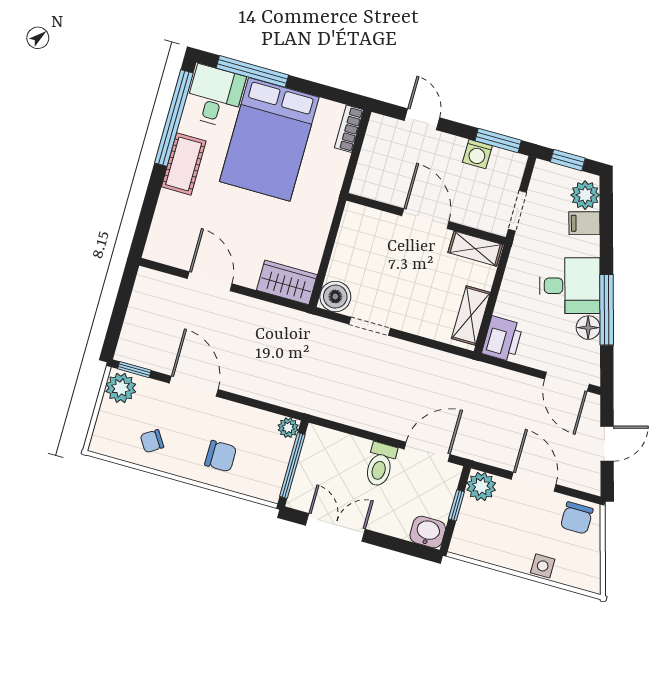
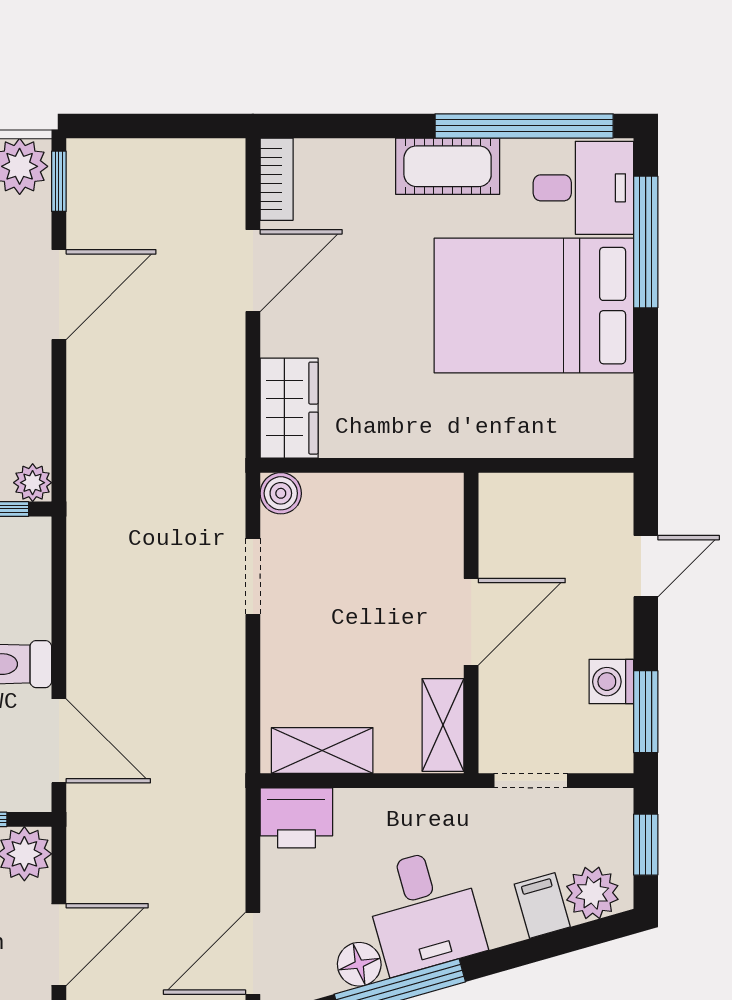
bookcase: (349, 129) -> (277, 179), moved, turned 90
boiler: (335, 296) -> (281, 493), width x0.73, depth x0.73

